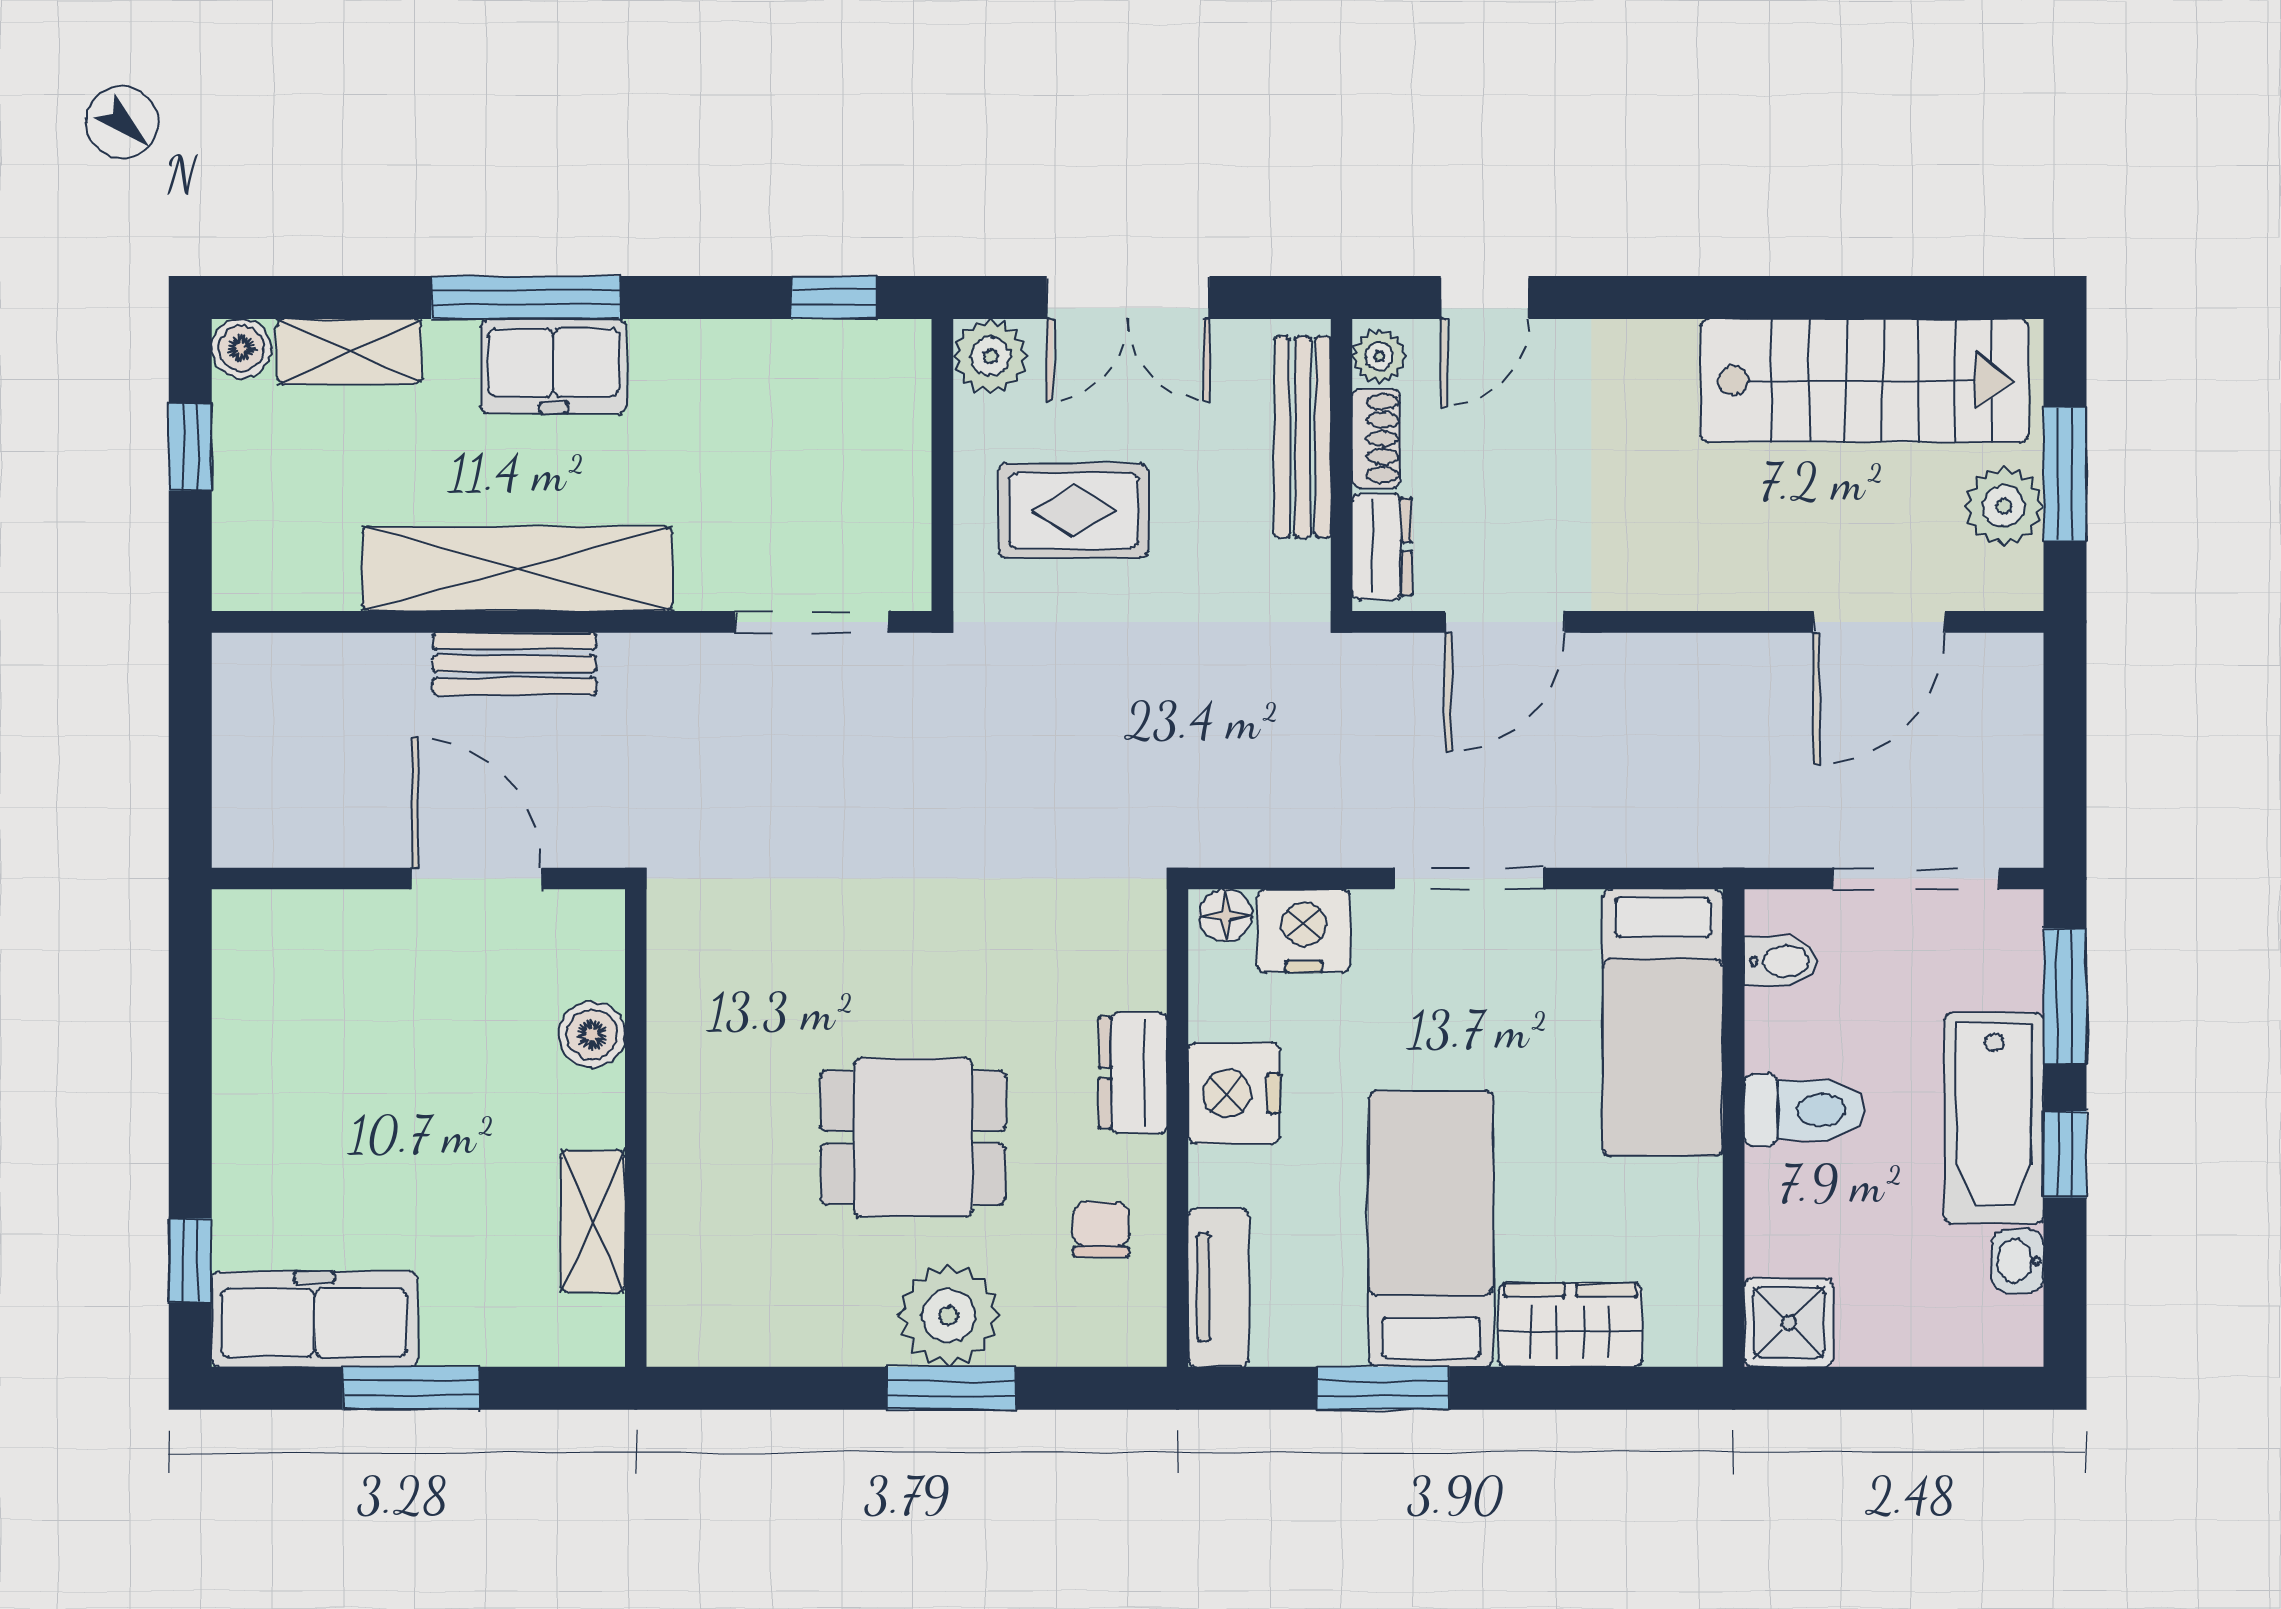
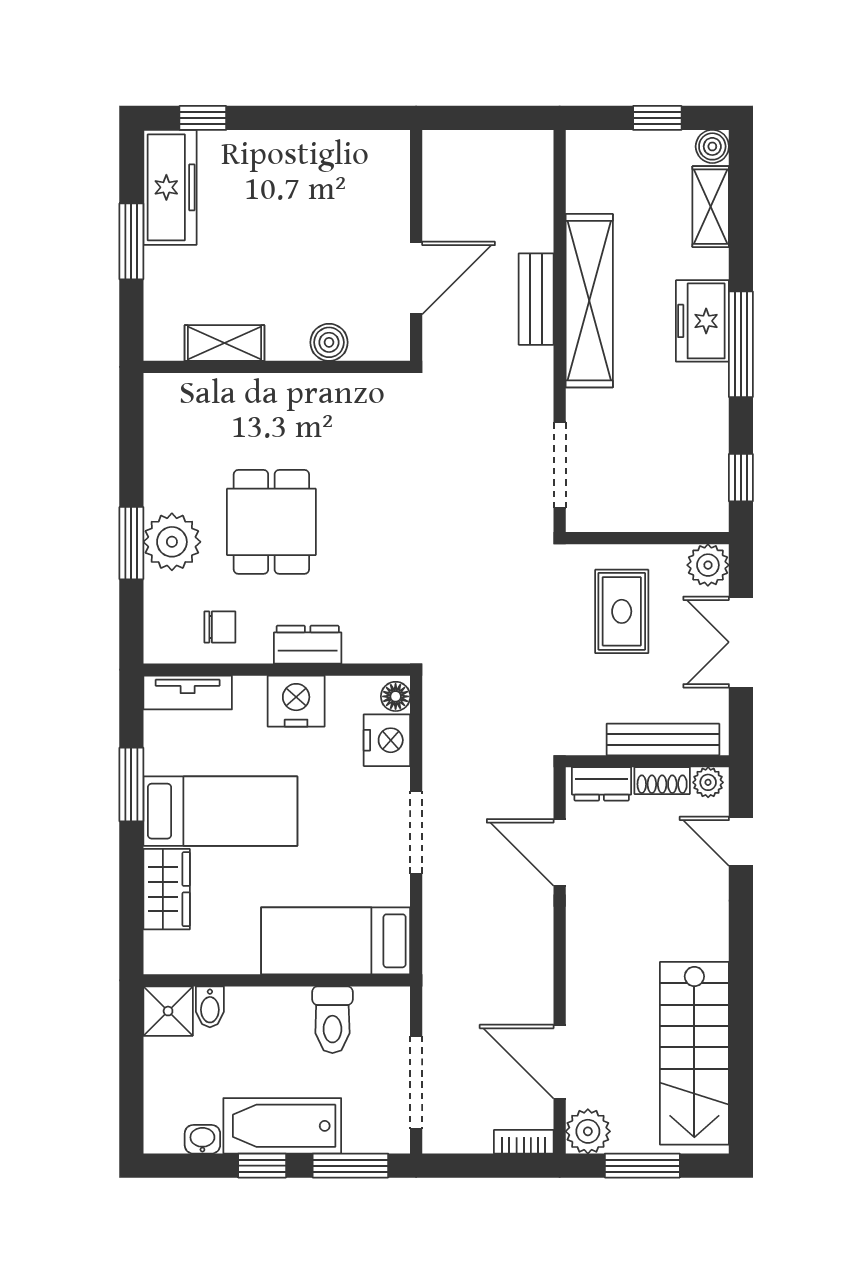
window: (526, 297) -> (741, 344), moved
plant: (2004, 506) -> (588, 1131), moved
bookcase: (2022, 686) -> (524, 1142), added
bidet: (1781, 961) -> (210, 1007), moved
toilet: (1804, 1110) -> (332, 1020), moved

